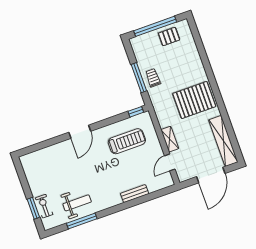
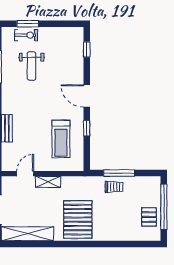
window: (136, 112) -> (87, 128), moved
window: (38, 147) -> (87, 50), added
door: (170, 162) -> (25, 174), hinge flipped
weight bench: (77, 203) -> (32, 66), moved

